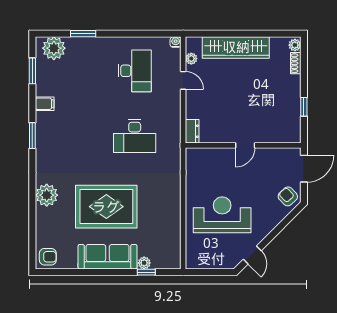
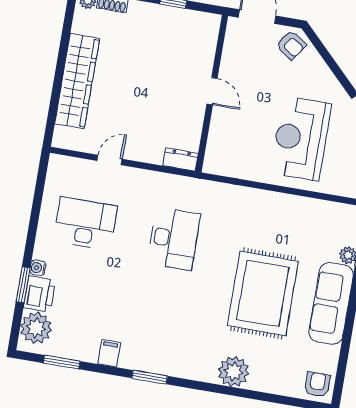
water cooler: (176, 42) -> (38, 268), moved
printer: (79, 47) -> (39, 294), added
plant: (191, 59) -> (82, 144), removed
armchair: (288, 196) -> (291, 45), turned -103

